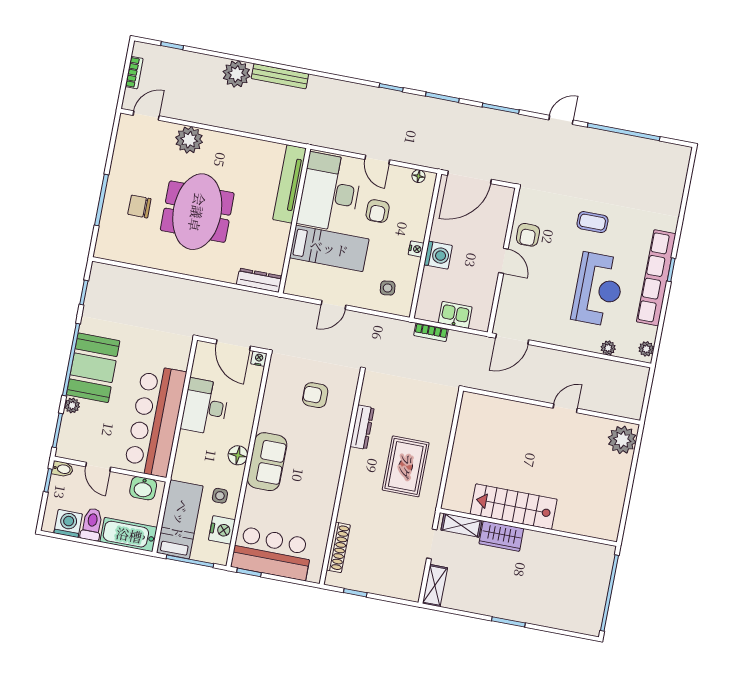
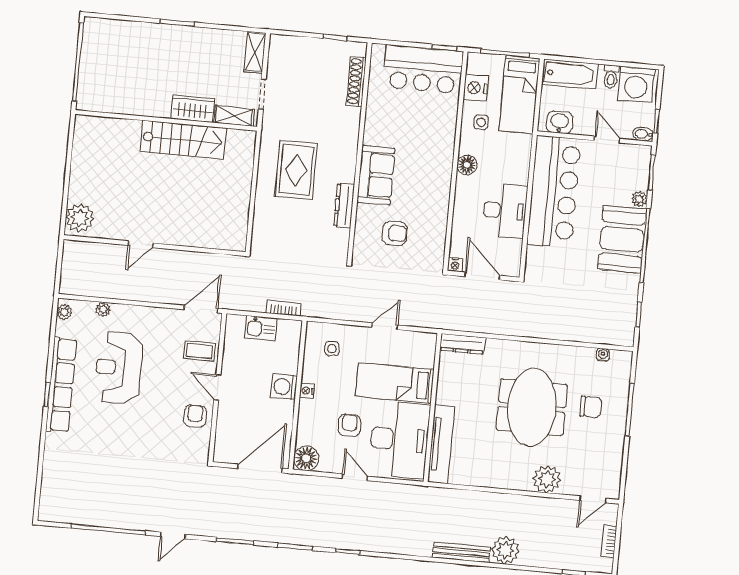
floor lamp: (418, 176) -> (306, 458), width x1.89, depth x1.89
coffee table: (592, 222) -> (199, 351), moved
water cooler: (123, 256) -> (603, 355), added
sofa: (267, 462) -> (376, 175), moved, turned 180
washing machine: (68, 523) -> (636, 84), width x1.37, depth x1.37
toilet: (92, 524) -> (611, 77), width x0.73, depth x0.72

